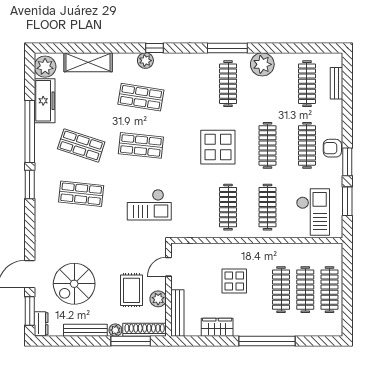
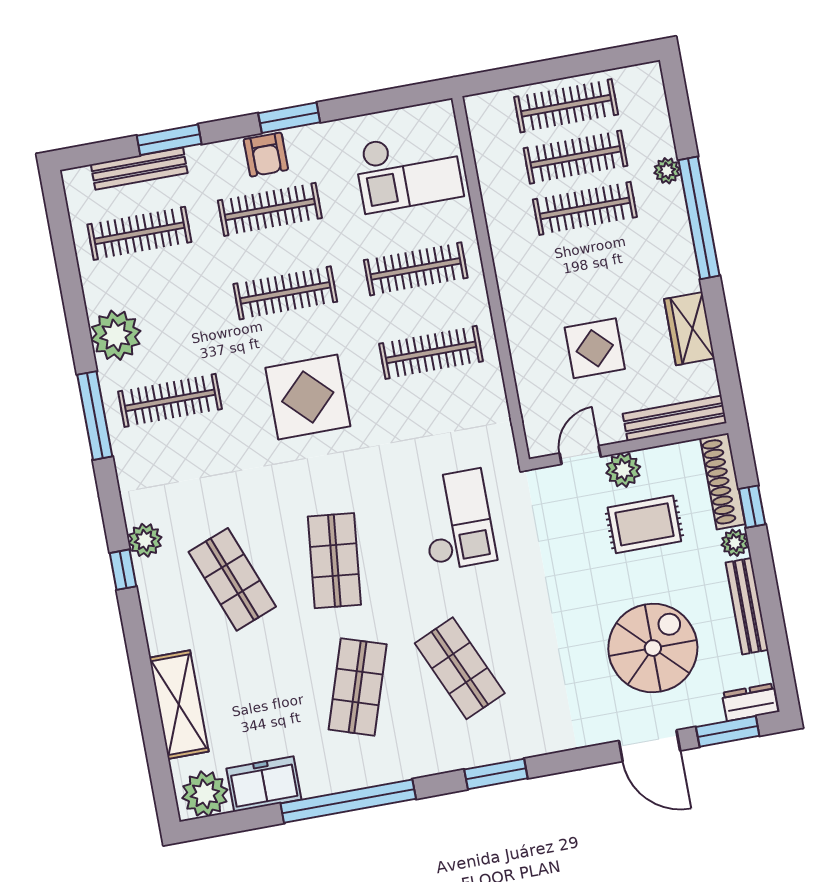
plant: (145, 61) -> (145, 540), moved
bench: (337, 83) -> (139, 169), width x1.36
shop shelf: (141, 97) -> (232, 579), turned -30
freezer: (45, 101) -> (264, 784), width x0.71
window: (30, 185) -> (496, 774), moved
shop shelf: (81, 194) -> (460, 668), turned -30
window: (347, 201) -> (169, 140), moved
checkout: (313, 212) -> (408, 171), turned 180
door: (169, 267) -> (580, 455), swing flipped
display table: (234, 281) -> (595, 348), moved
spiral stairs: (74, 284) -> (653, 648), turned -90
plant: (158, 299) -> (623, 470), moved
plant: (291, 330) -> (667, 171), added
window: (131, 341) -> (752, 507), width x0.46

